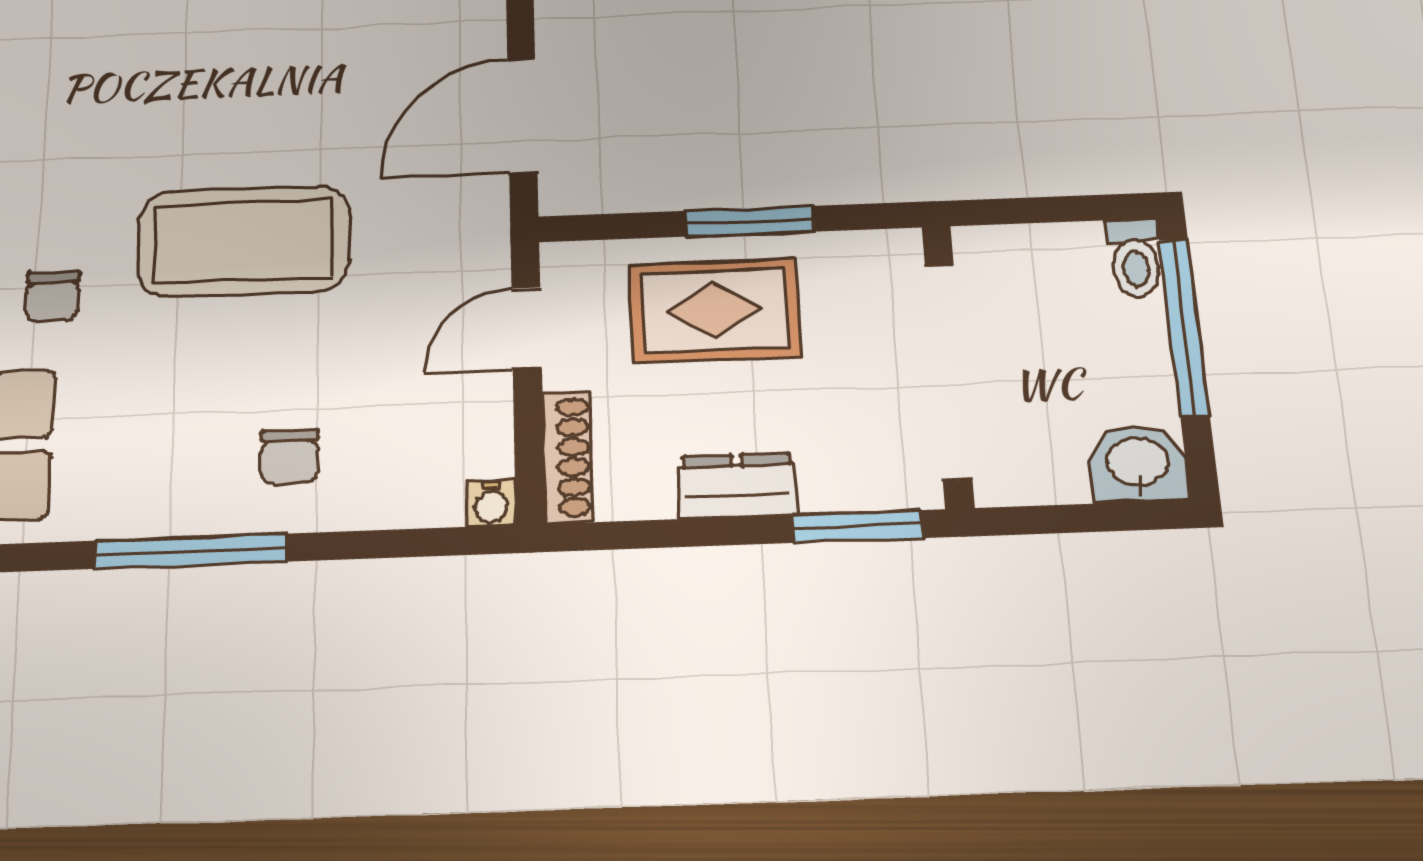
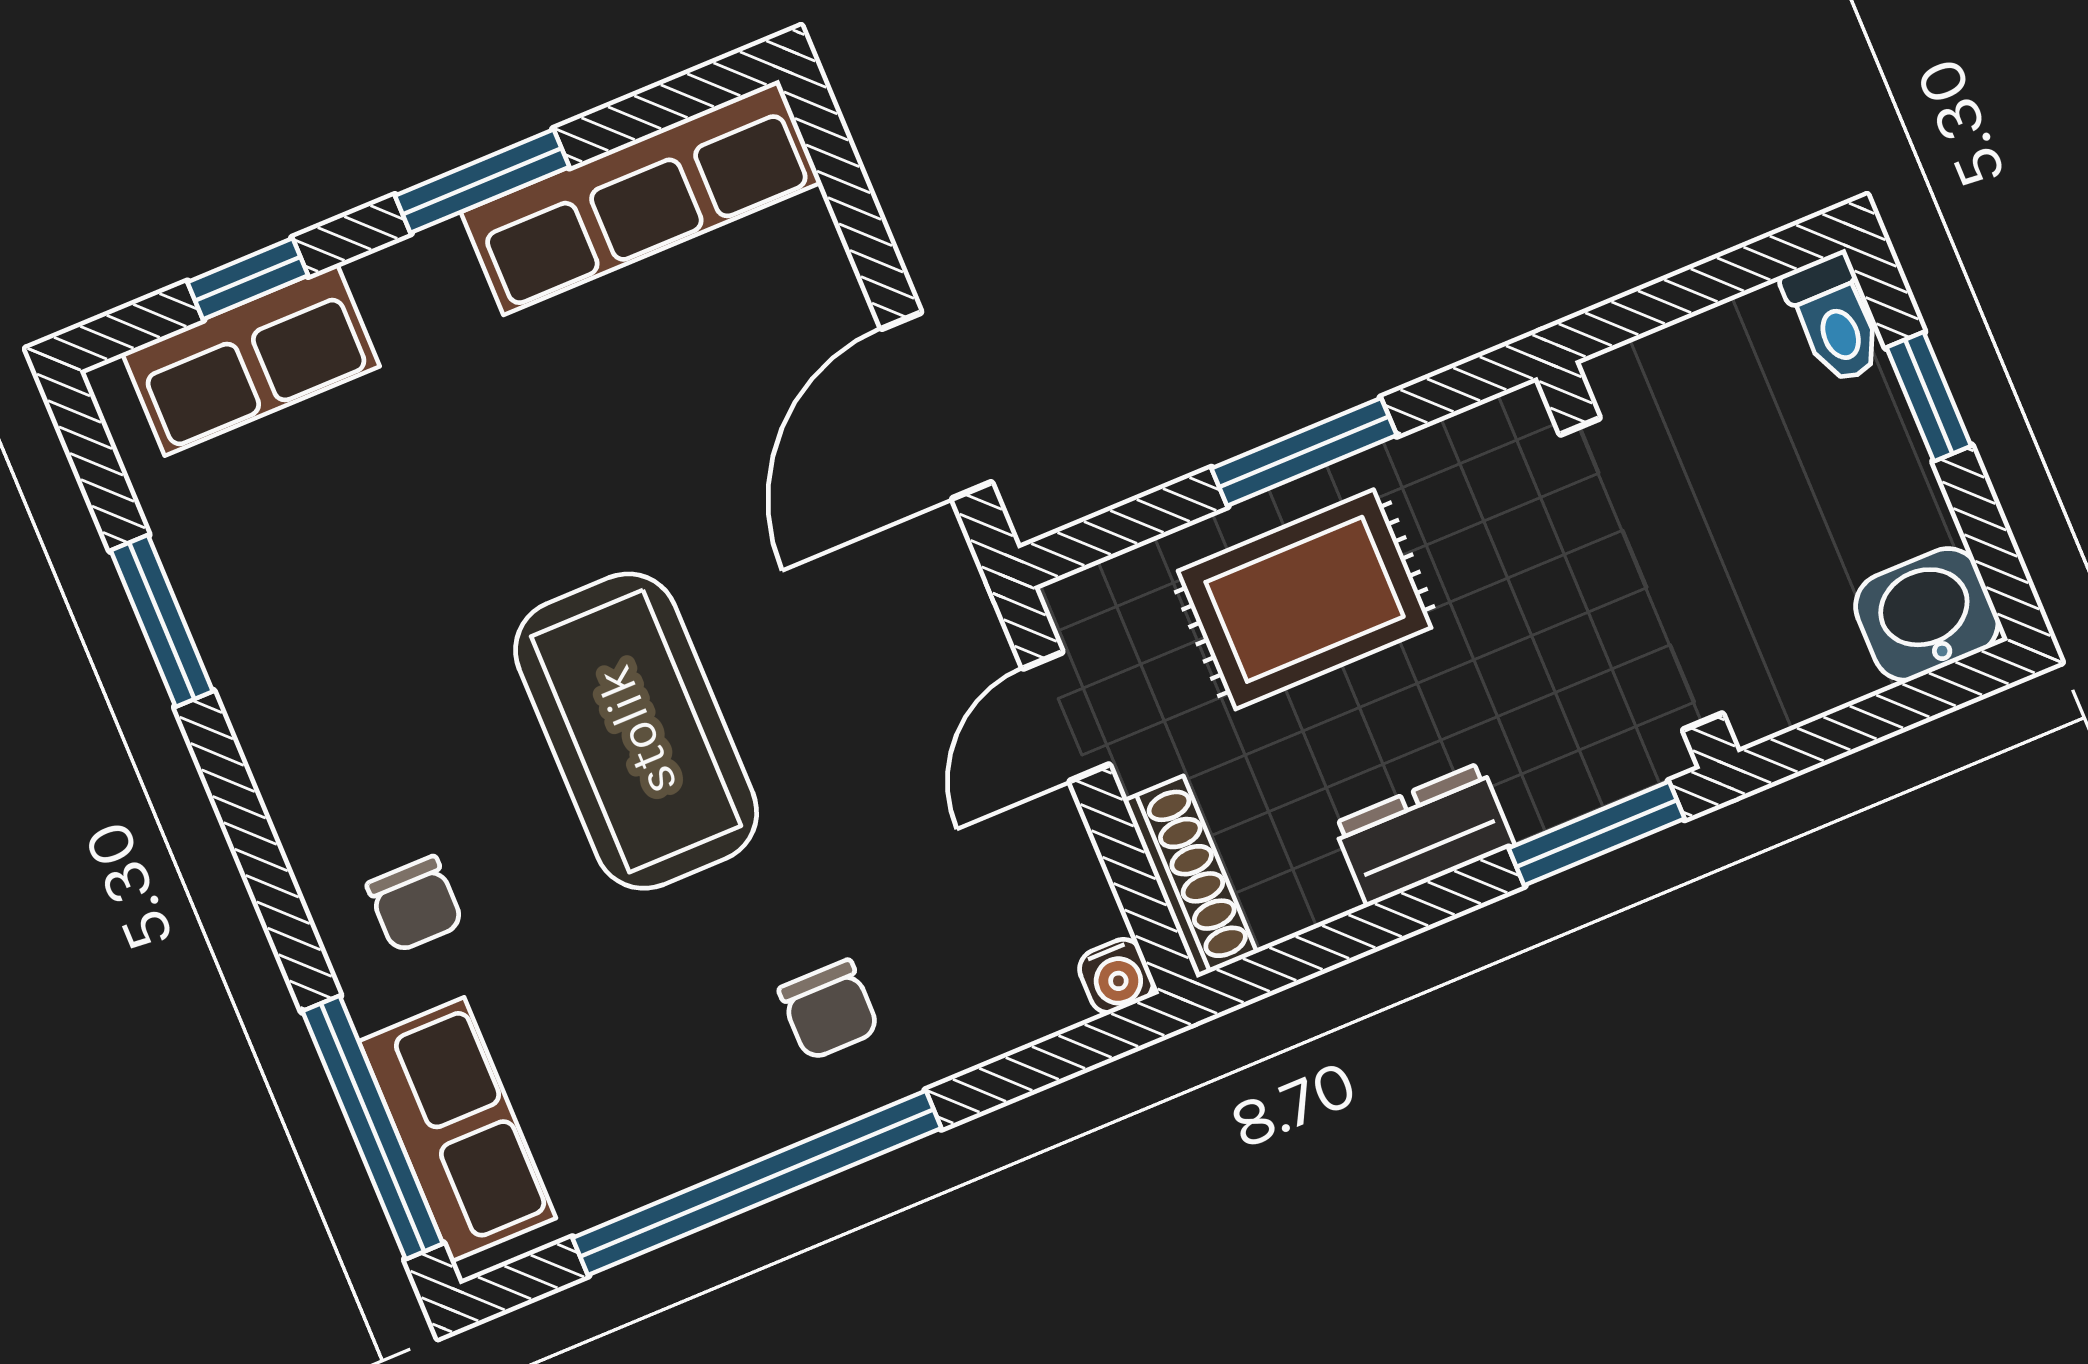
coffee table: (244, 241) -> (636, 731), turned 90
window: (1184, 327) -> (1929, 397), width x0.46
window: (191, 551) -> (757, 1183), width x1.46

